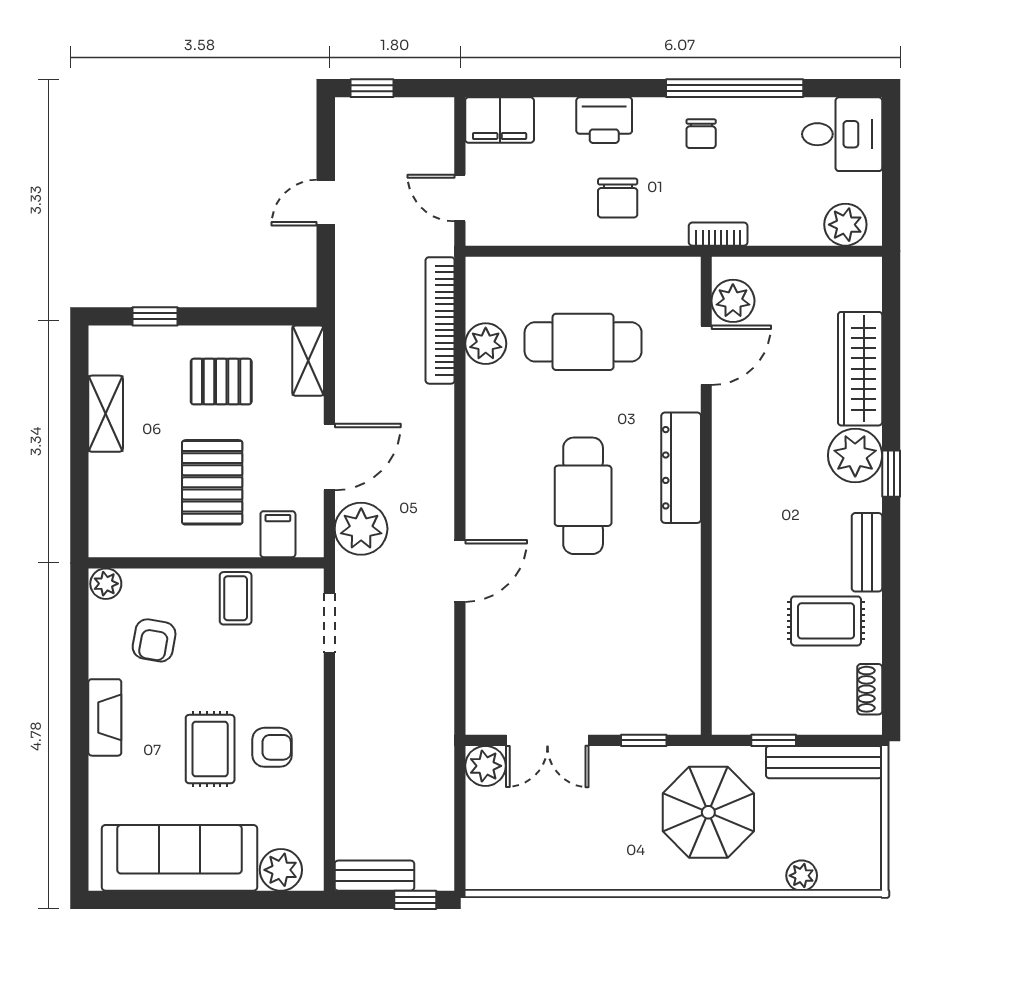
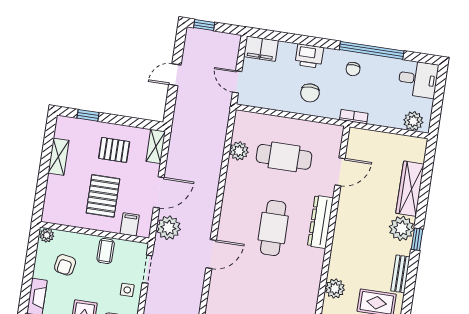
plant: (733, 301) -> (335, 288), moved
bookcase: (440, 320) -> (219, 137), removed
side table: (294, 674) -> (127, 290), added

